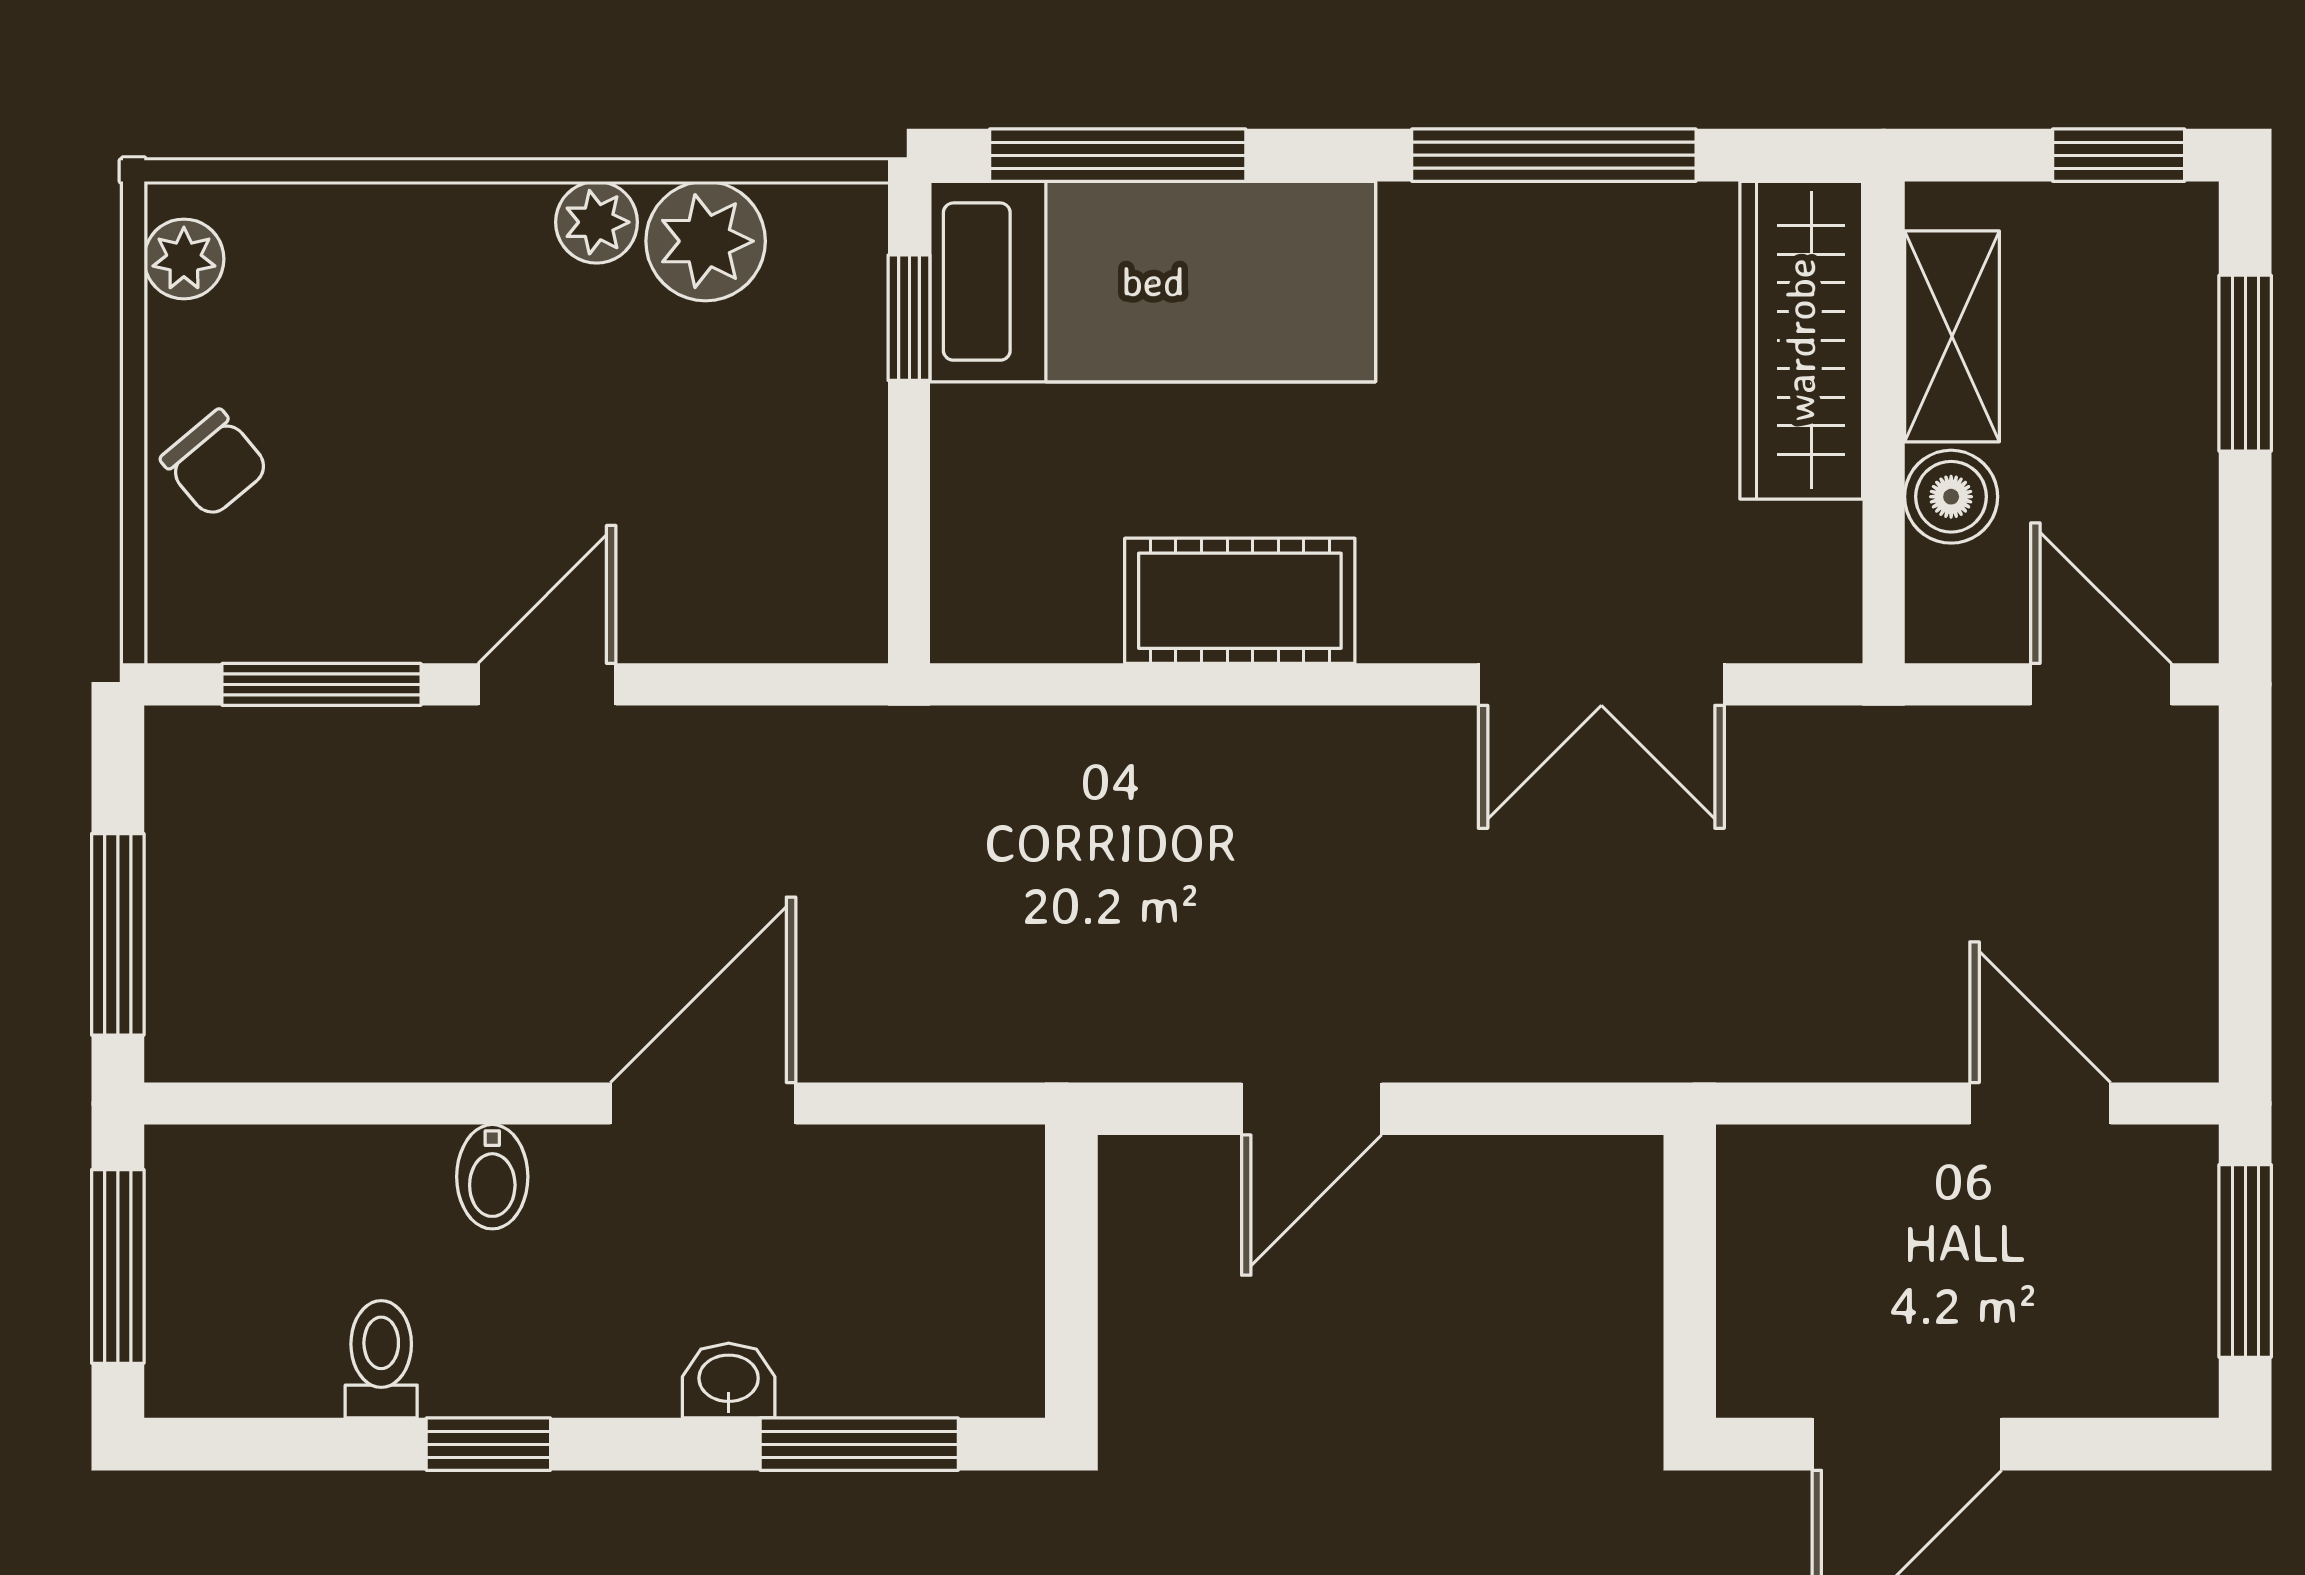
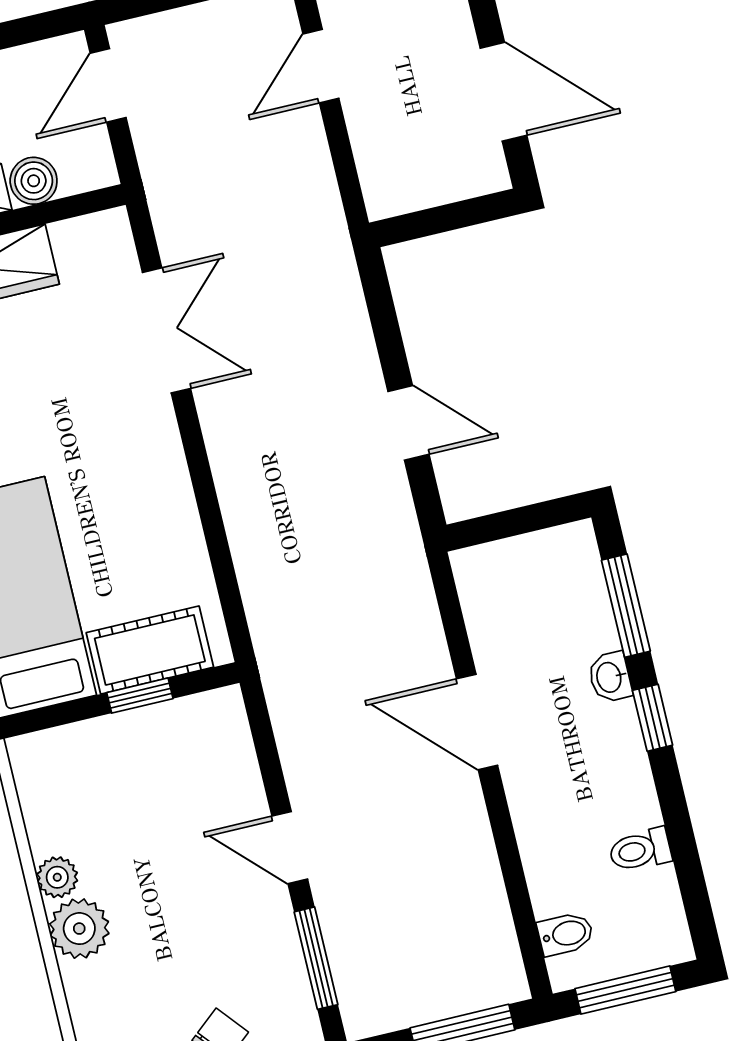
plant: (706, 241) -> (79, 929), moved
window: (909, 318) -> (140, 696), moved
cot: (1240, 601) -> (150, 650), moved, turned 90
bidet: (492, 1177) -> (566, 934), moved
window: (488, 1444) -> (653, 718), moved

